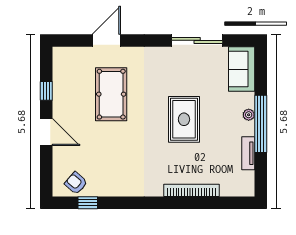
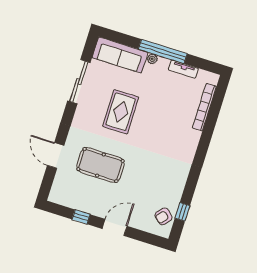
sofa: (242, 69) -> (120, 55), width x1.36
rug: (184, 119) -> (121, 112), moved, turned 90
bookcase: (191, 190) -> (204, 107), moved

